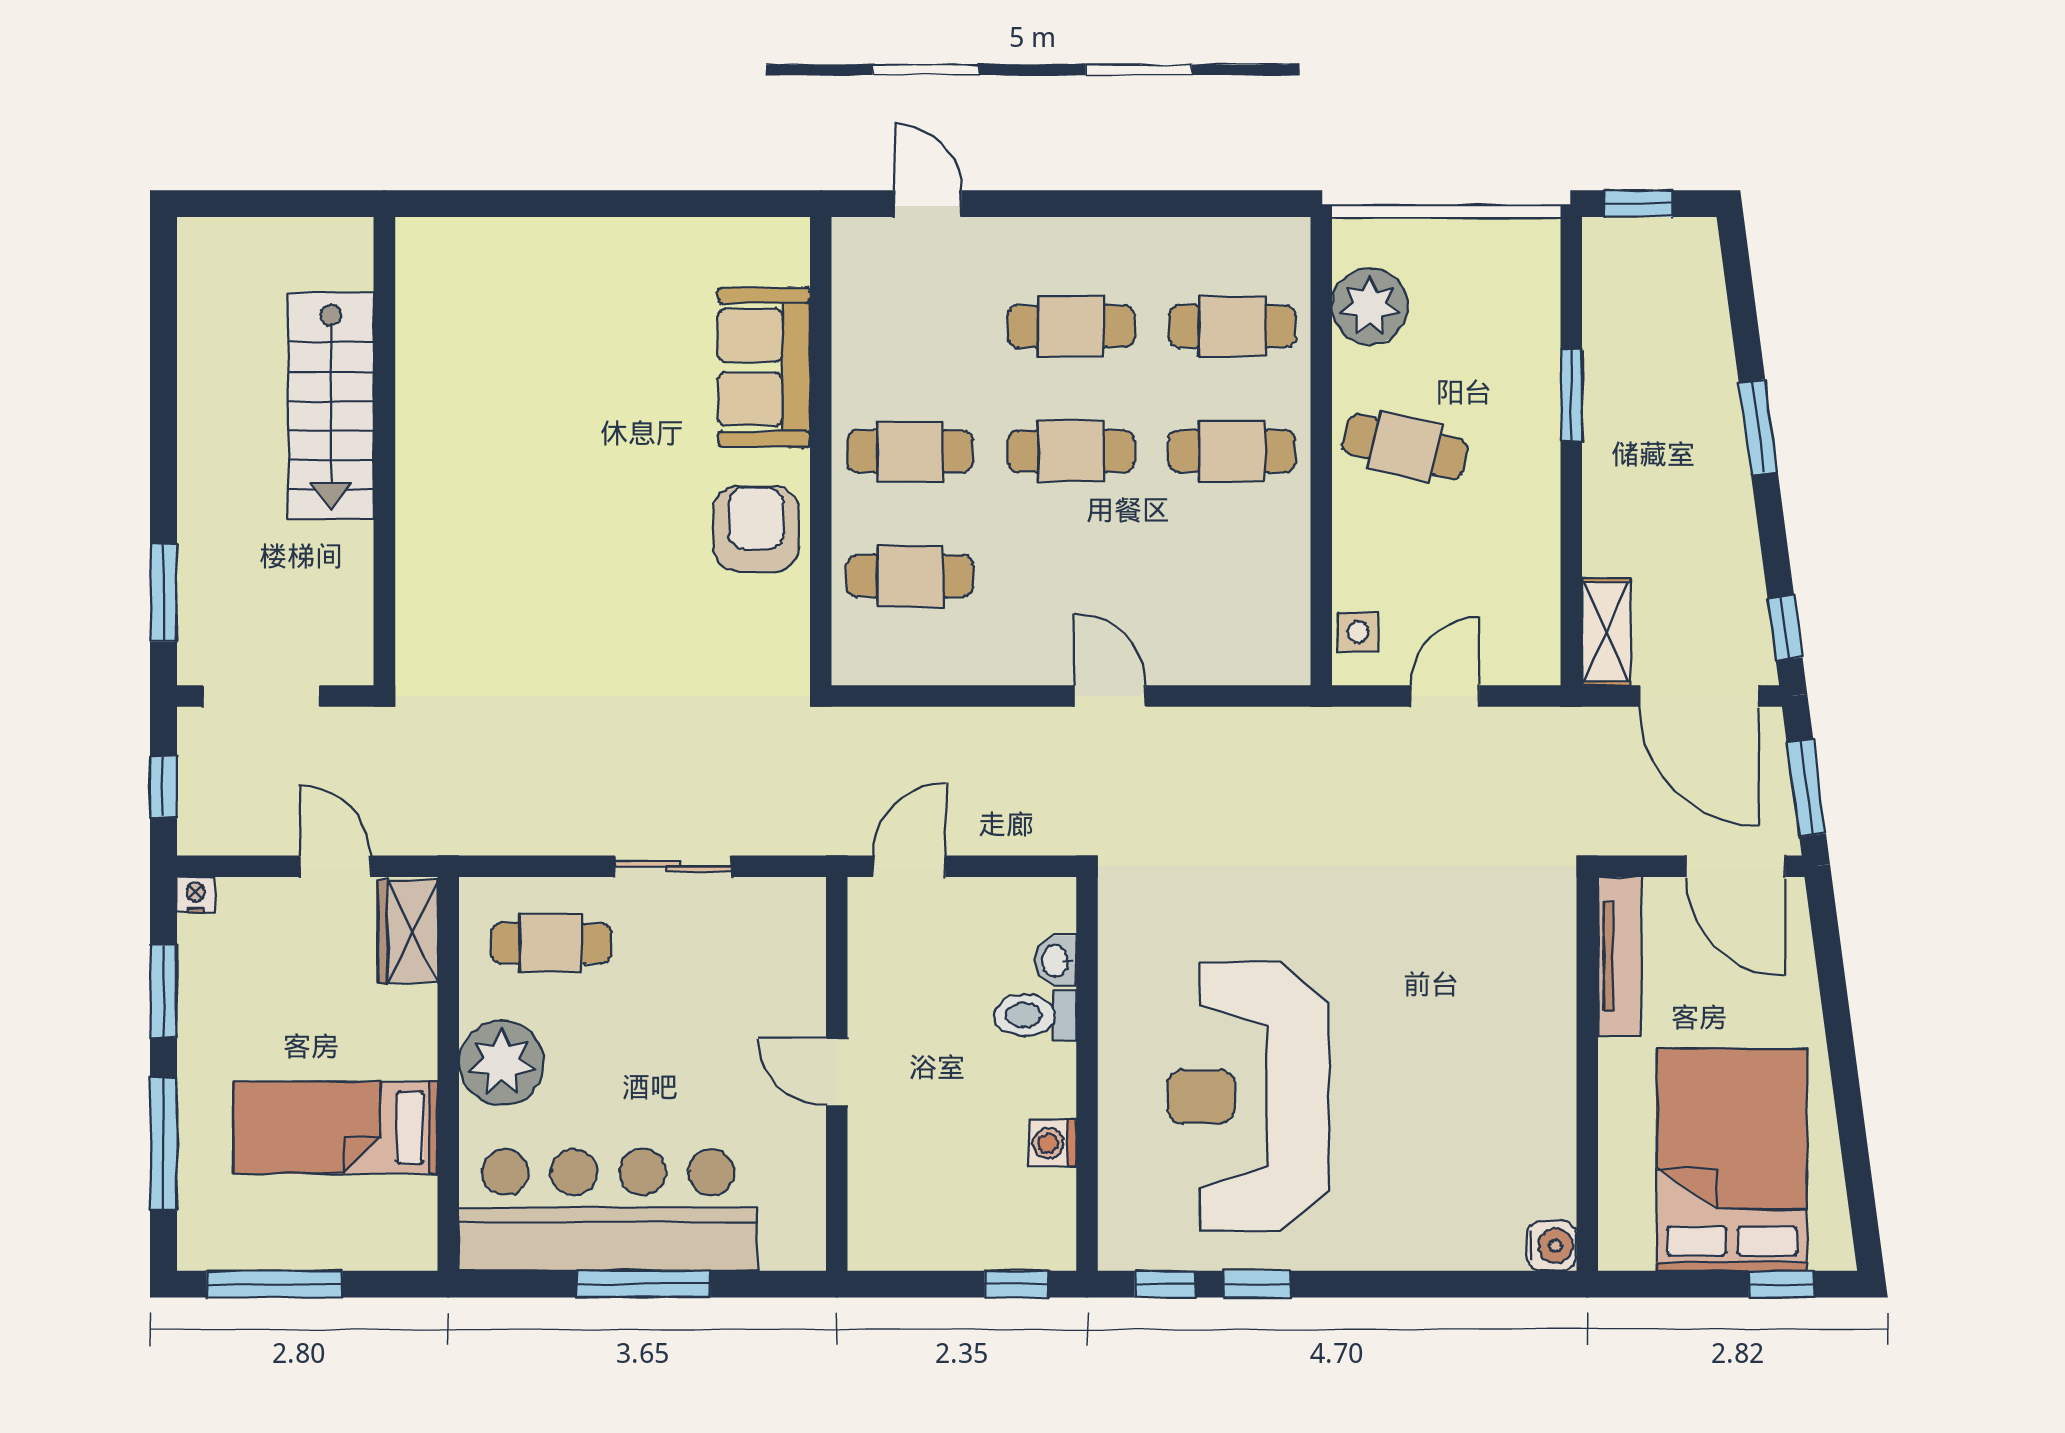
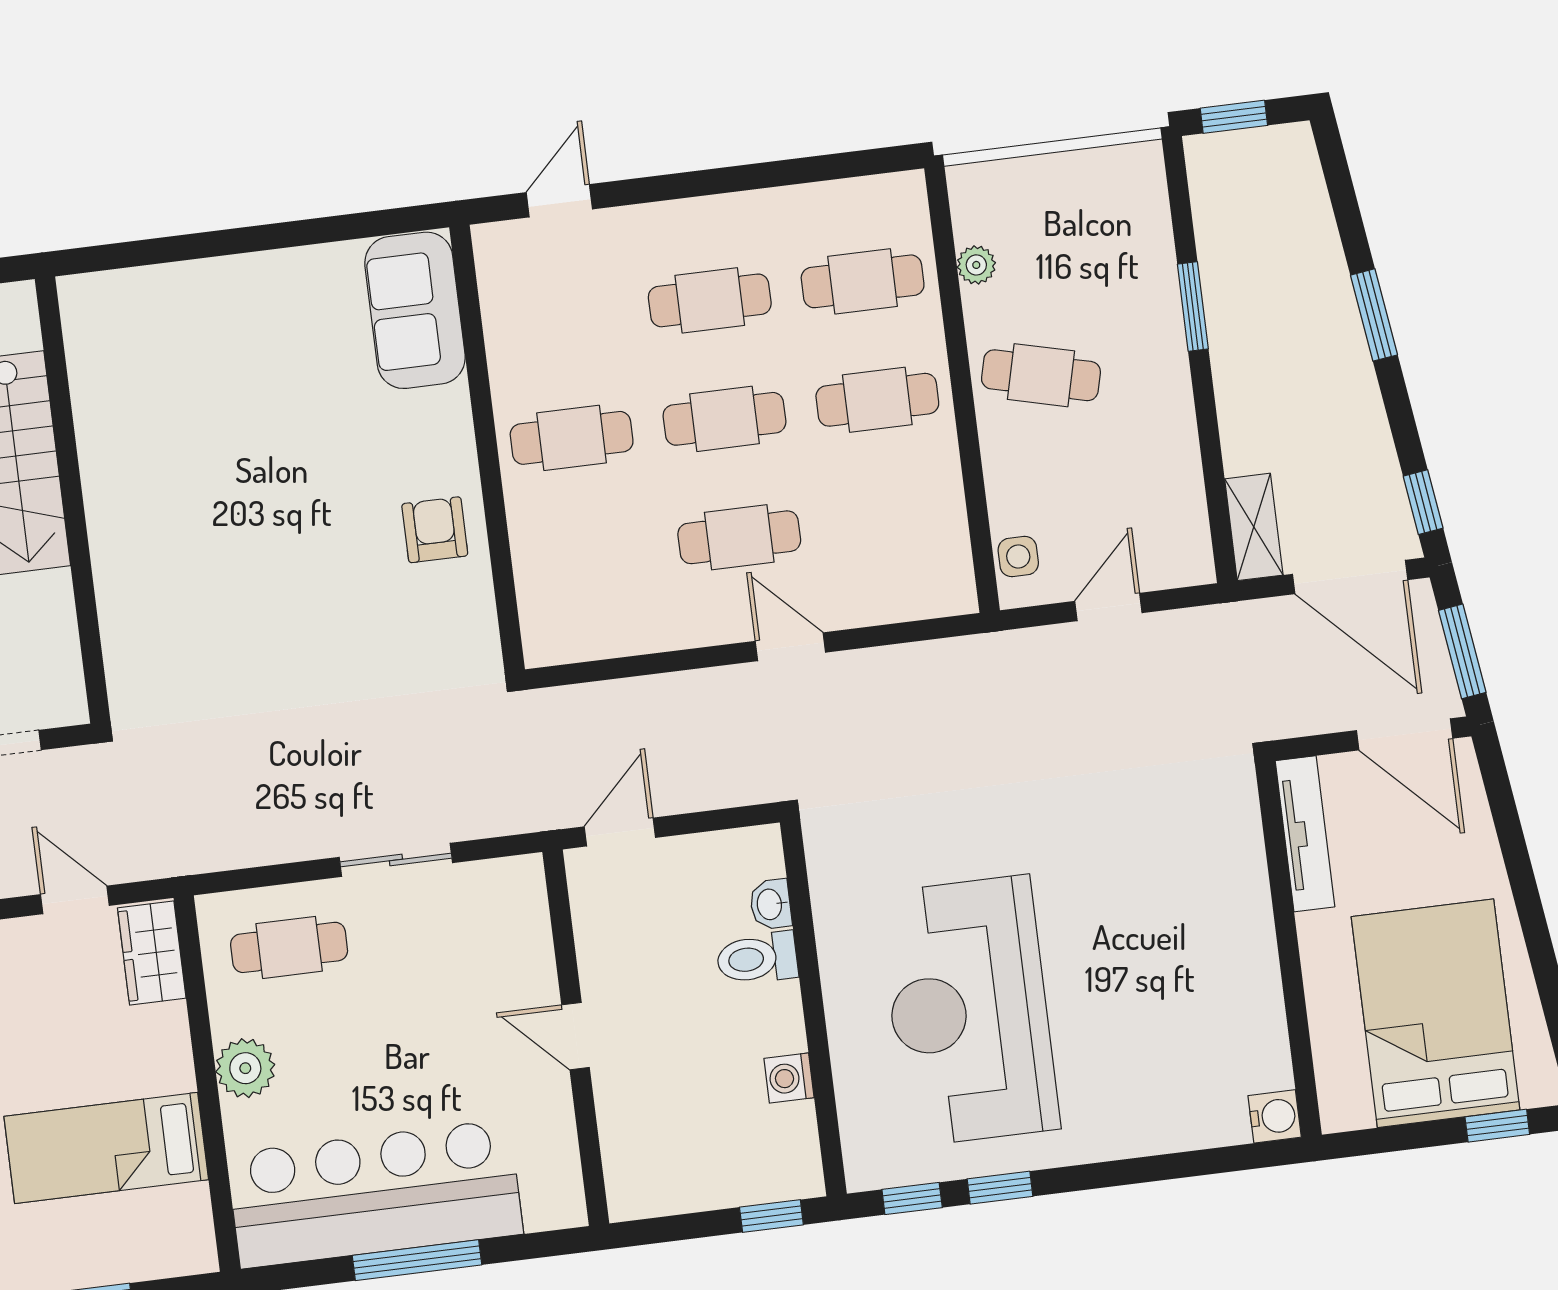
door: (928, 204) -> (559, 201), hinge flipped
plant: (1370, 306) -> (976, 265), width x0.53, depth x0.53
sofa: (764, 367) -> (415, 310), moved
armchair: (756, 529) -> (435, 530), width x0.72, depth x0.72
cafe table: (910, 576) -> (739, 537), moved
plant: (501, 1063) -> (245, 1068), width x0.73, depth x0.73

